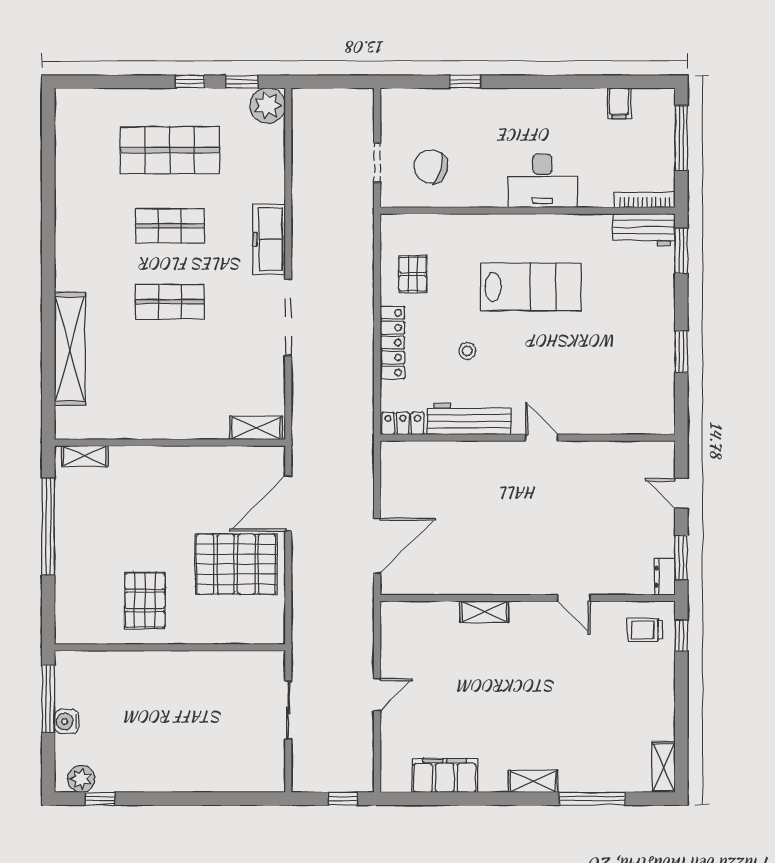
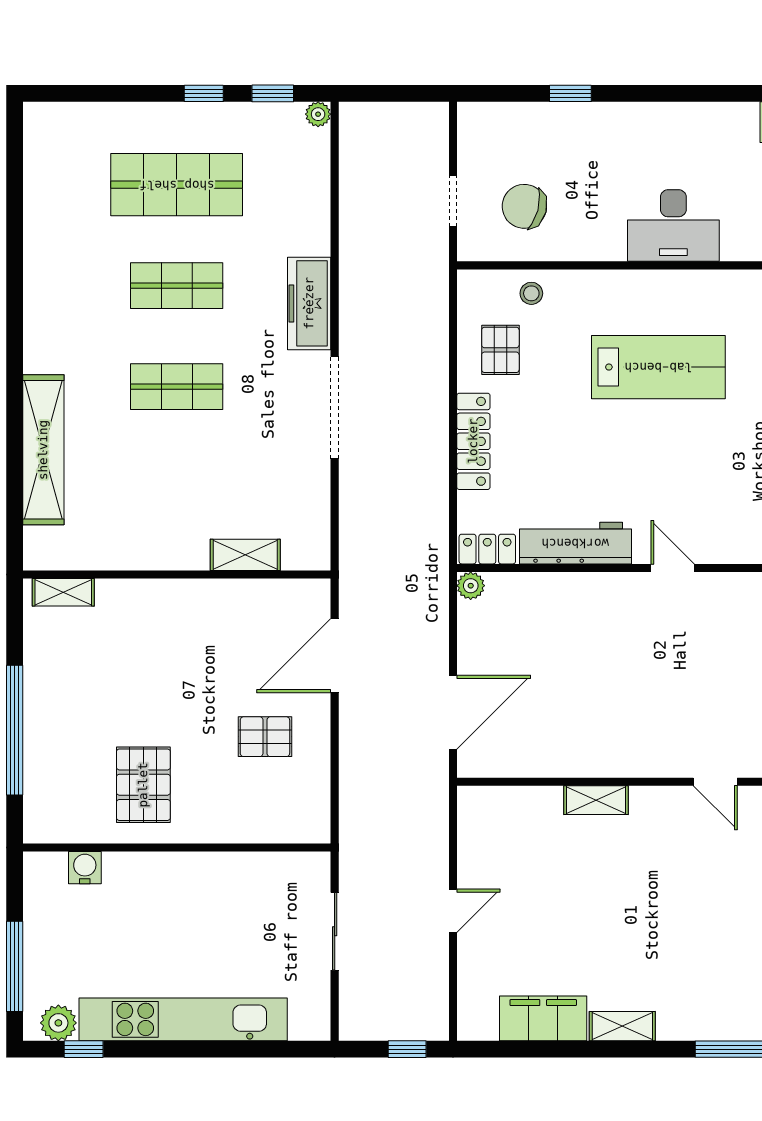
plant: (268, 106) -> (318, 114), width x0.53, depth x0.53
stool: (467, 351) -> (531, 293), moved
shelving: (256, 428) -> (245, 555), moved
plant: (390, 451) -> (471, 586), added
window: (48, 526) -> (15, 730), moved
pallet: (236, 564) -> (265, 737), width x0.49, depth x0.50
window: (48, 699) -> (15, 966), moved
water cooler: (67, 721) -> (85, 868), moved, turned 90
kitchen unit: (175, 776) -> (183, 1019), added
shelving: (533, 781) -> (622, 1026), moved

